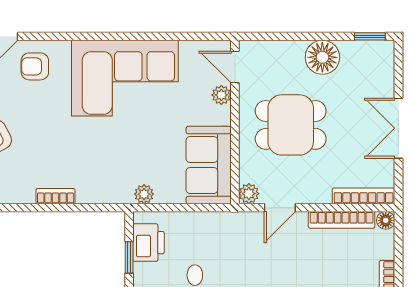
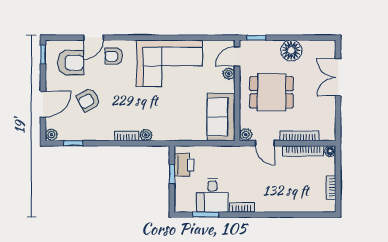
window: (370, 36) -> (256, 38), moved
door: (235, 67) -> (237, 57), hinge flipped
double door: (398, 128) -> (338, 77), moved
plant: (144, 194) -> (146, 135), moved
bookcase: (364, 196) -> (299, 136), moved
door: (280, 208) -> (265, 143), hinge flipped

